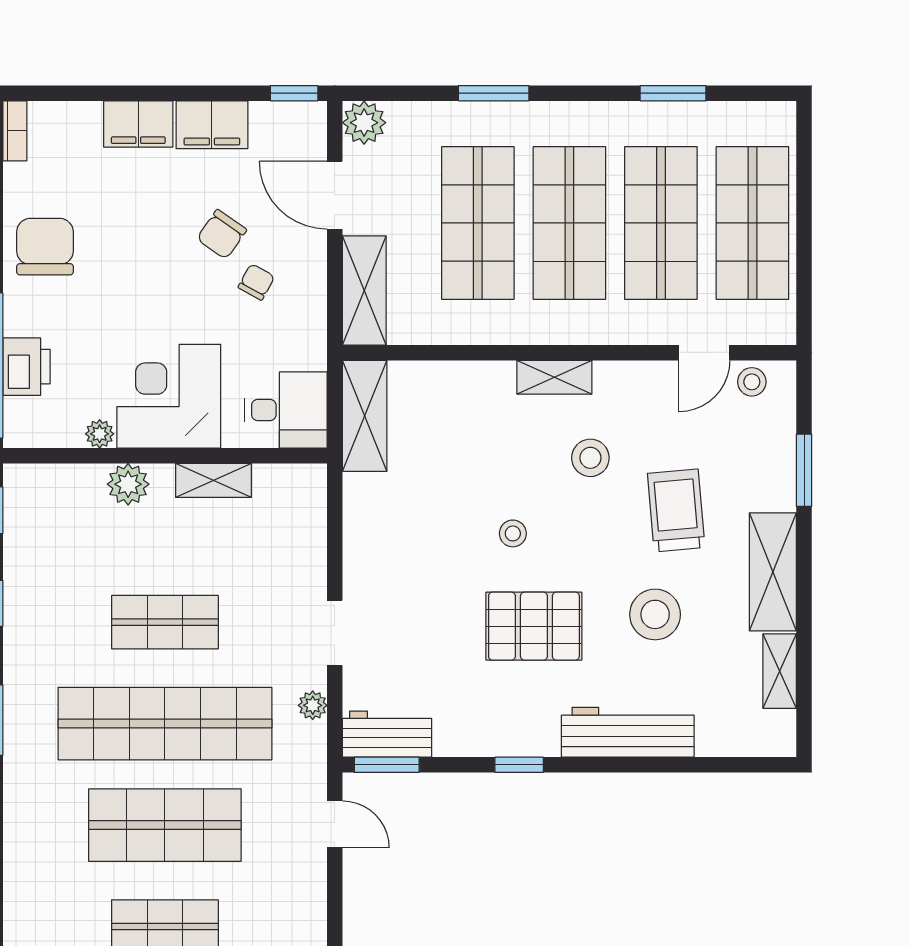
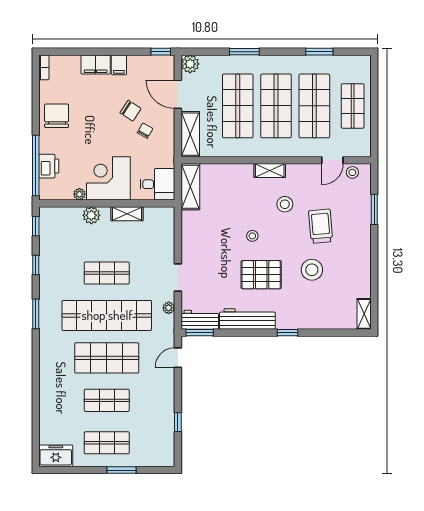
filing cabinet: (212, 125) -> (119, 65), width x0.50
shop shelf: (752, 223) -> (353, 106), width x0.70, depth x0.74
chair: (222, 234) -> (130, 111), turned -92
shelving: (773, 572) -> (361, 252), removed
shelving: (780, 671) -> (364, 314), moved
workbench: (628, 732) -> (247, 319), moved
window: (519, 765) -> (287, 333), moved
door: (335, 824) -> (178, 358), swing flipped

